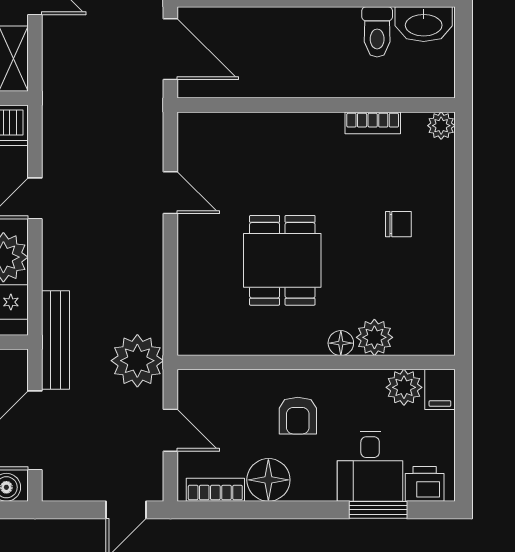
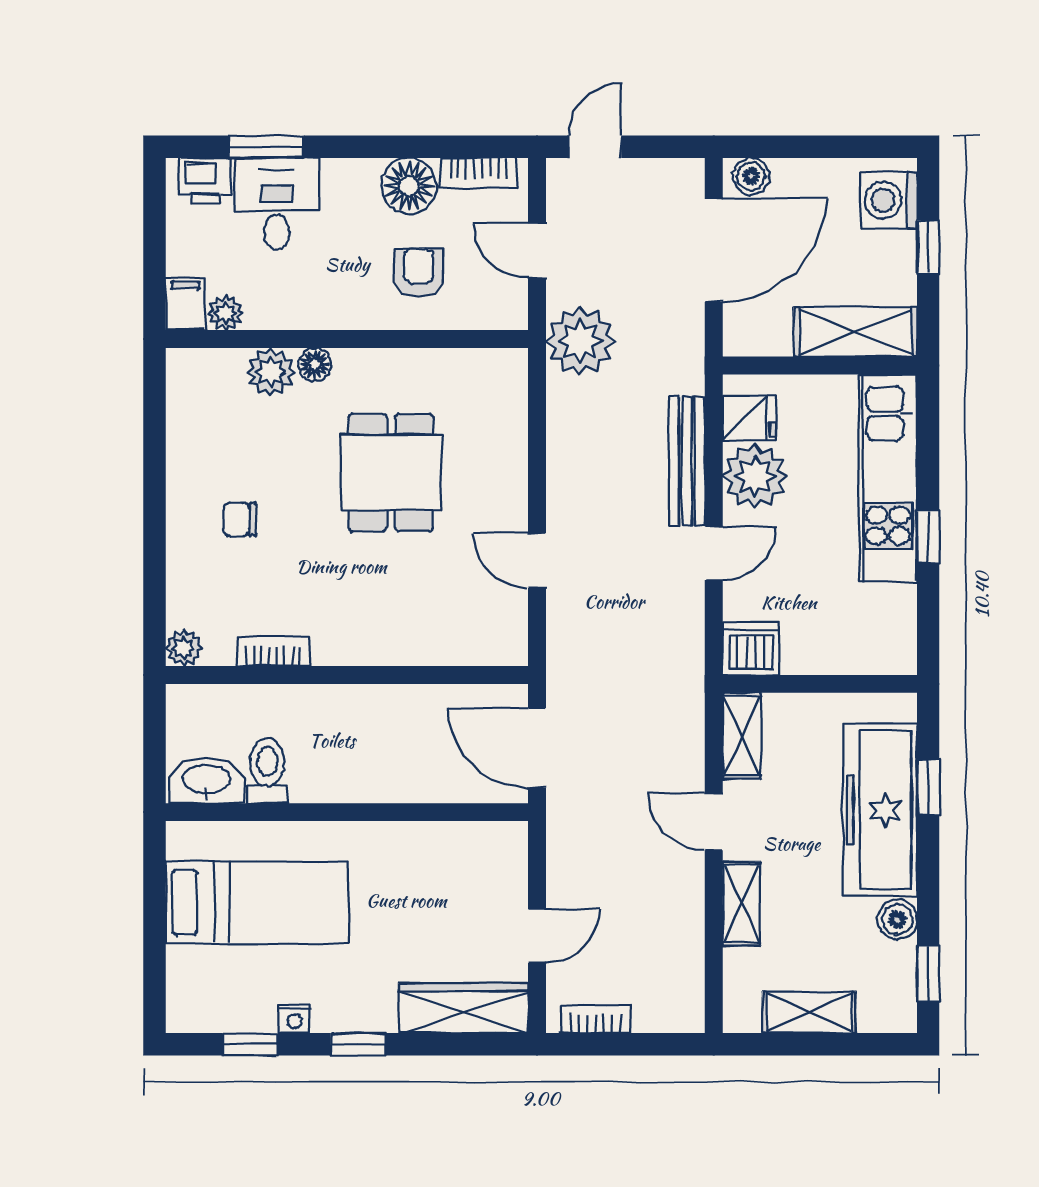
bench: (56, 340) -> (687, 461), moved
plant: (404, 387) -> (226, 313), width x0.73, depth x0.73
armchair: (298, 416) -> (419, 273), moved

